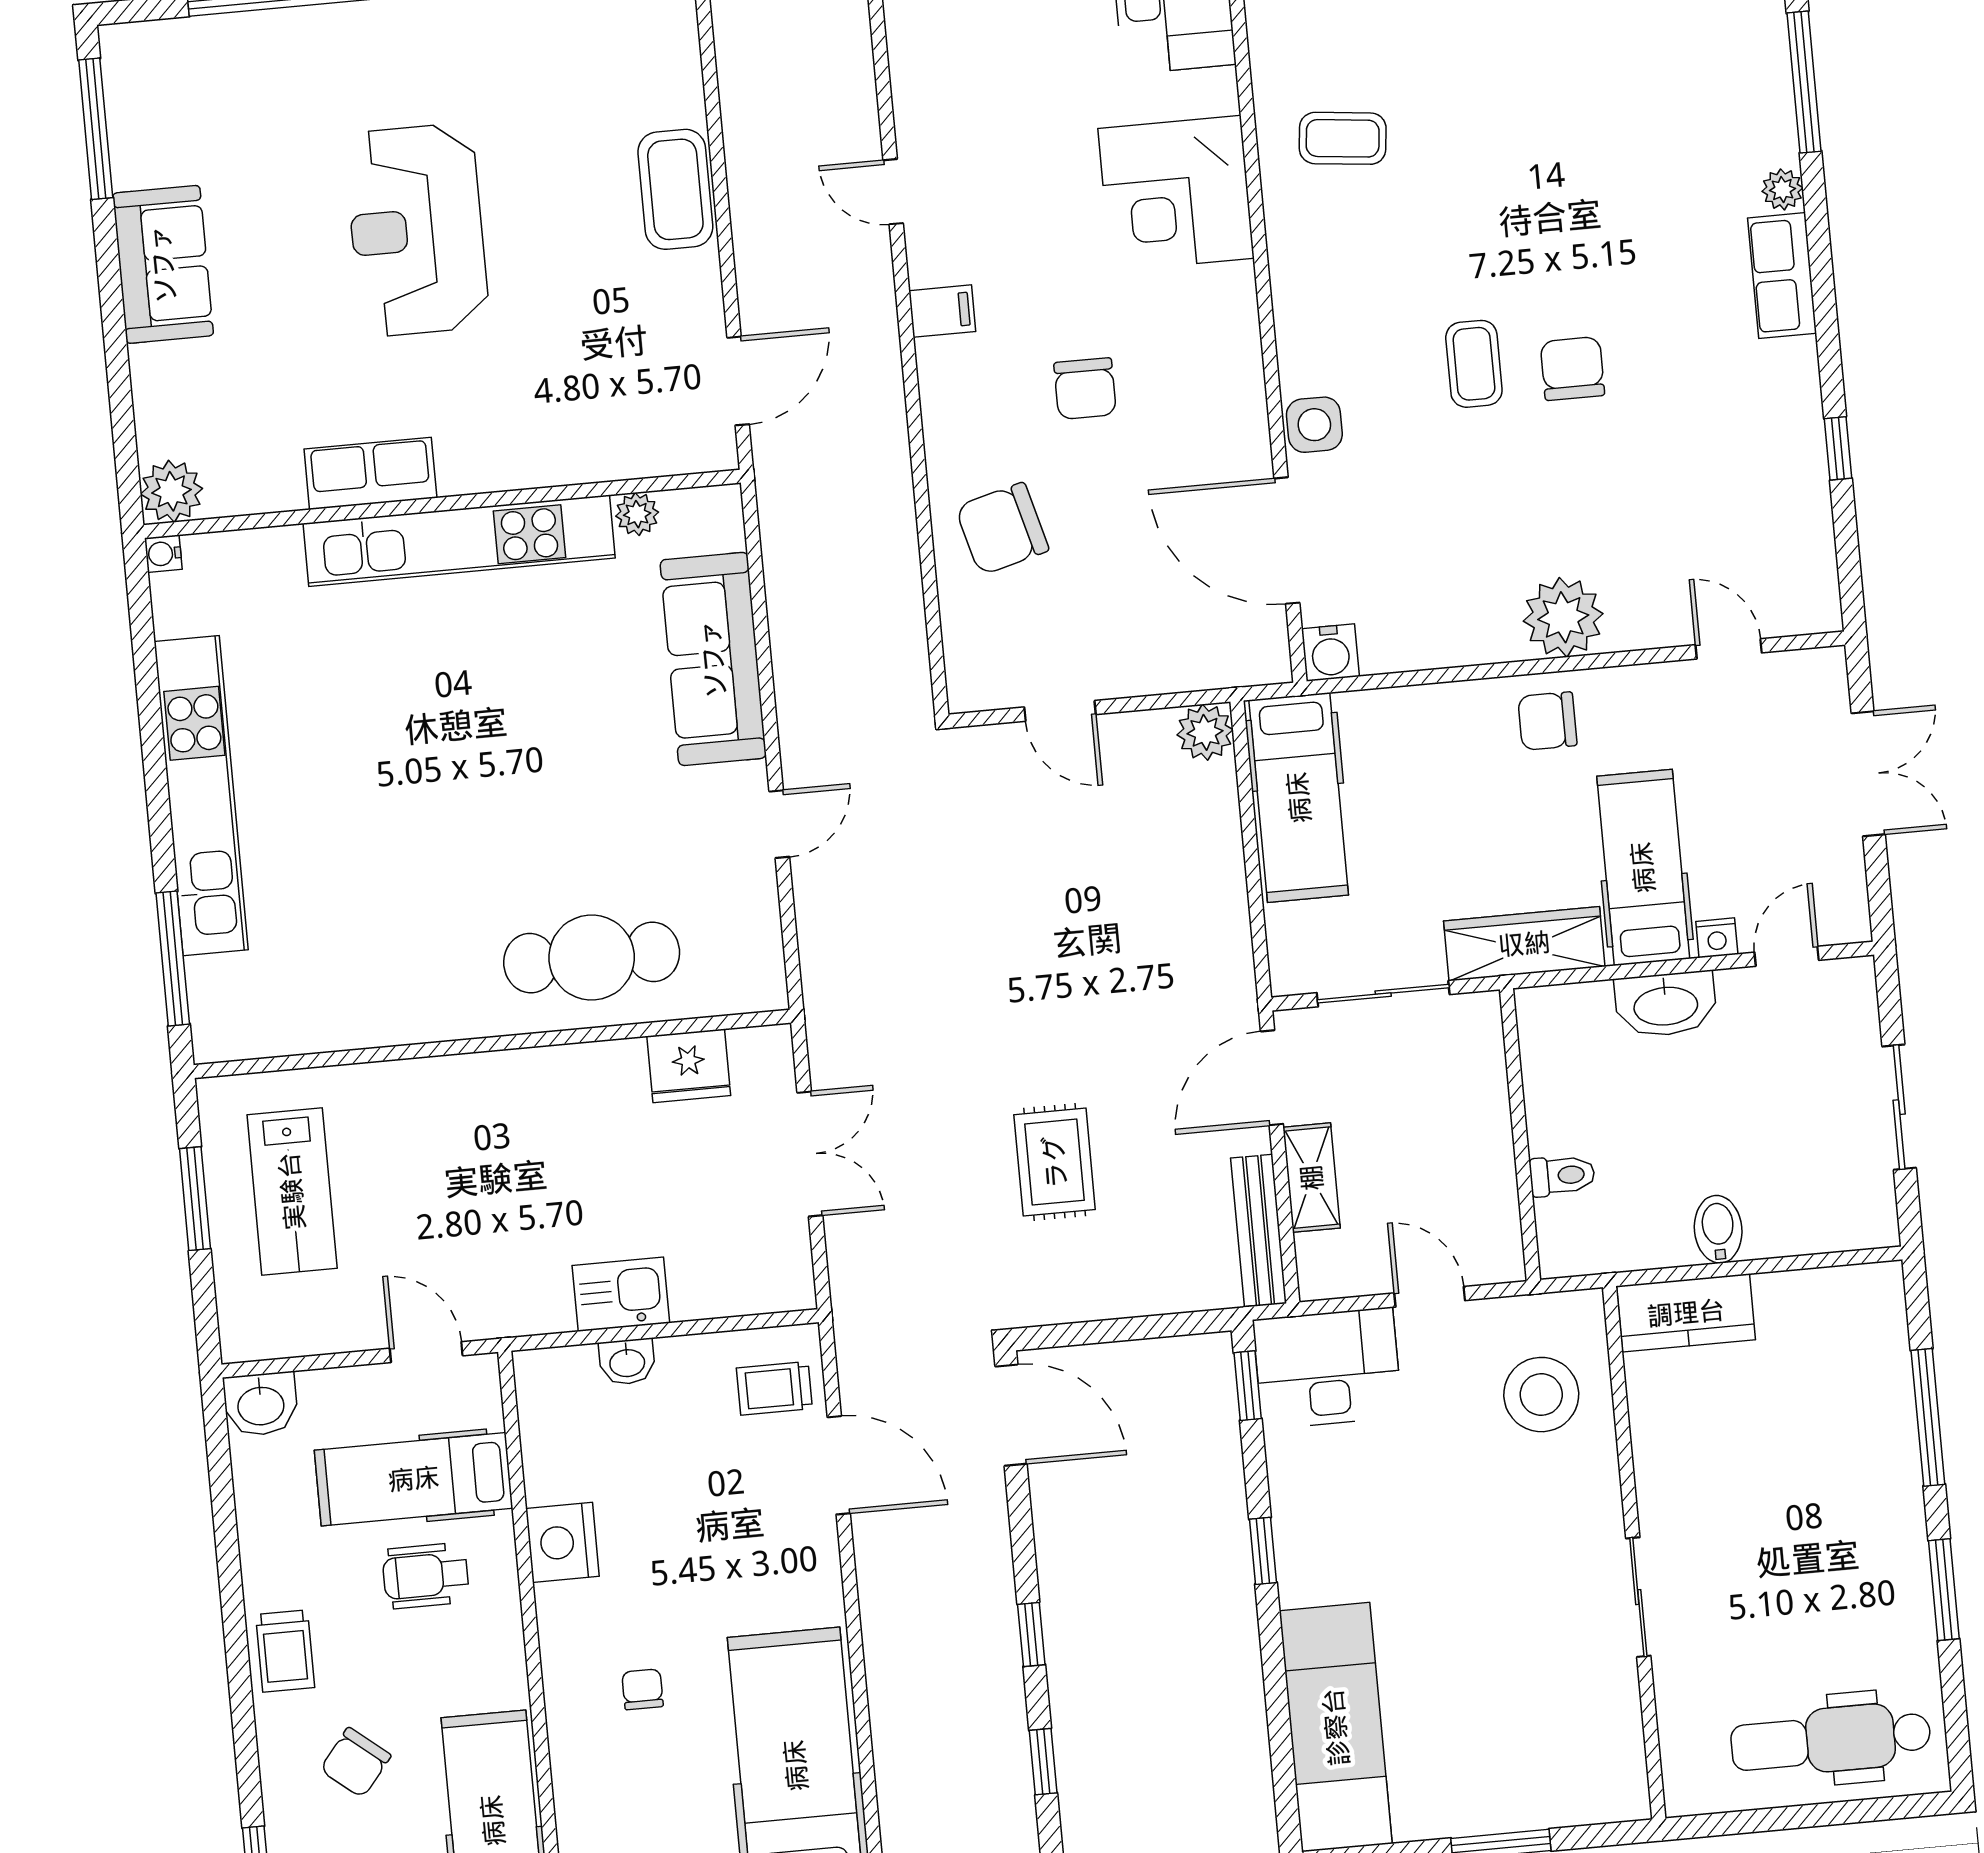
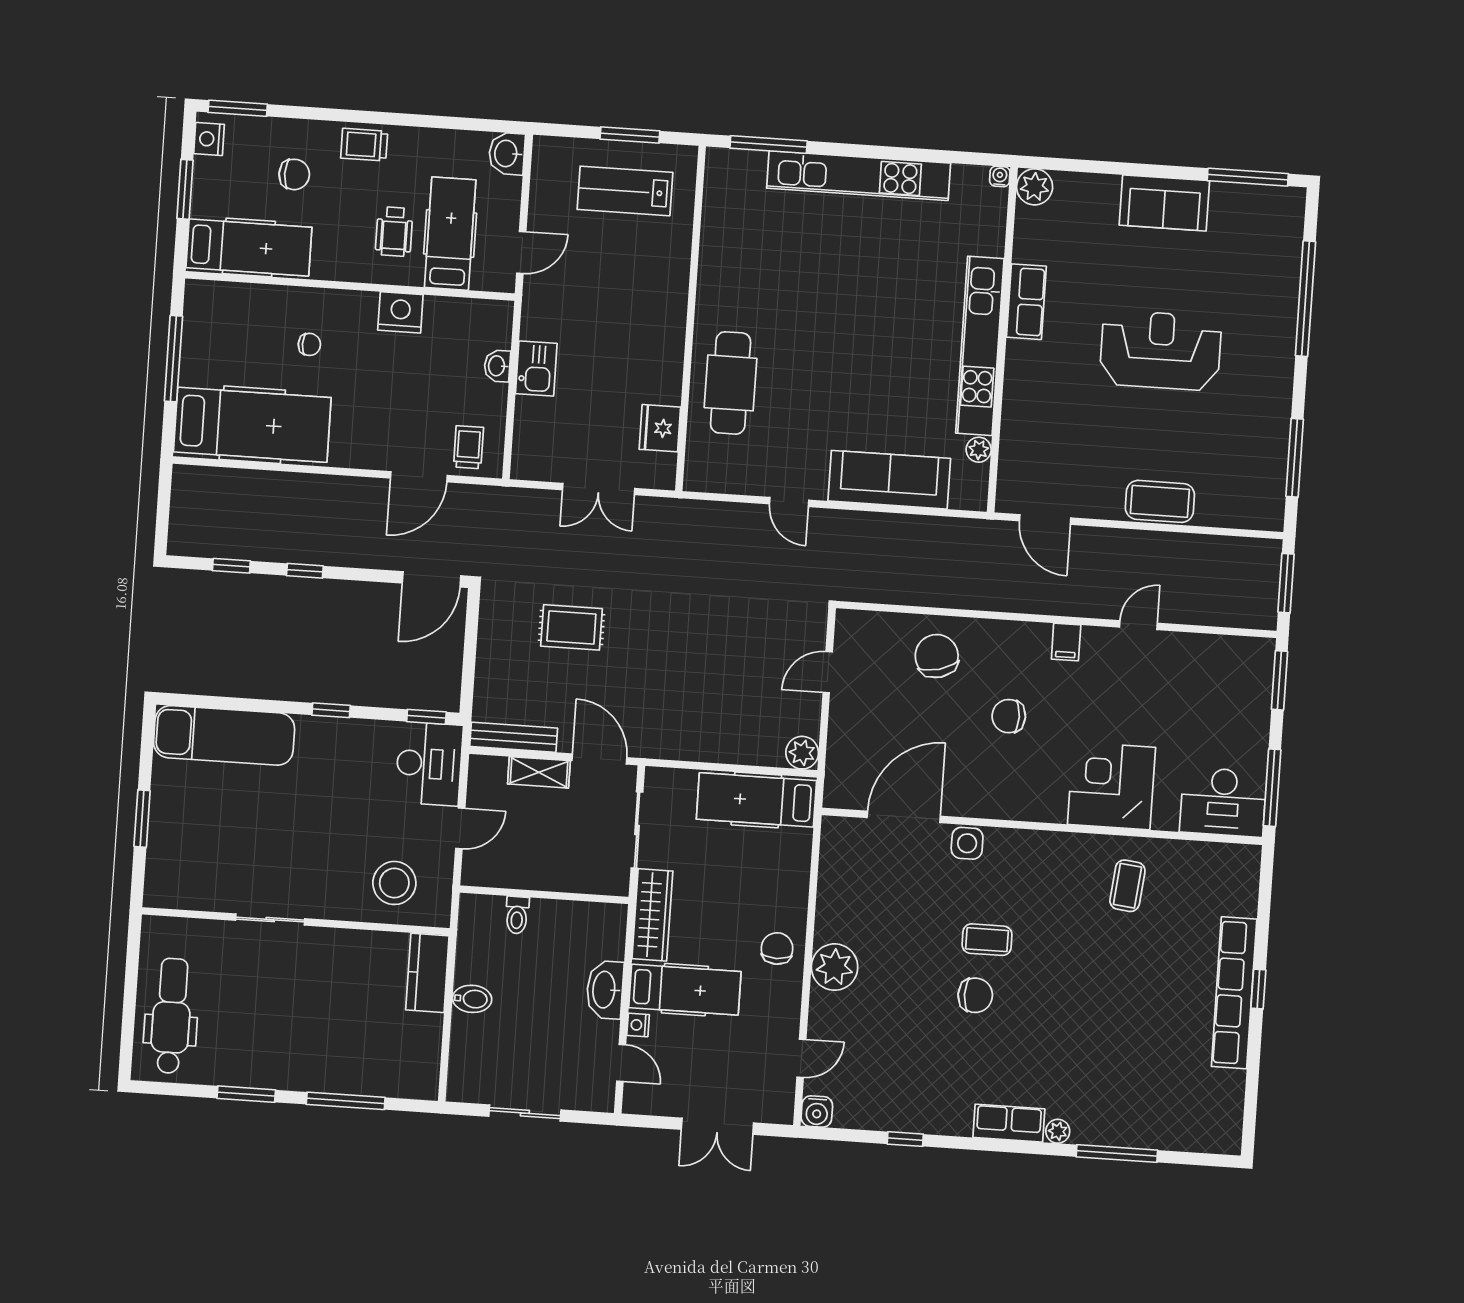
water cooler: (1330, 653) -> (817, 1111), moved, turned -90
wheelchair: (426, 1576) -> (394, 232), turned 180
chair: (355, 1763) -> (294, 174), turned 141

